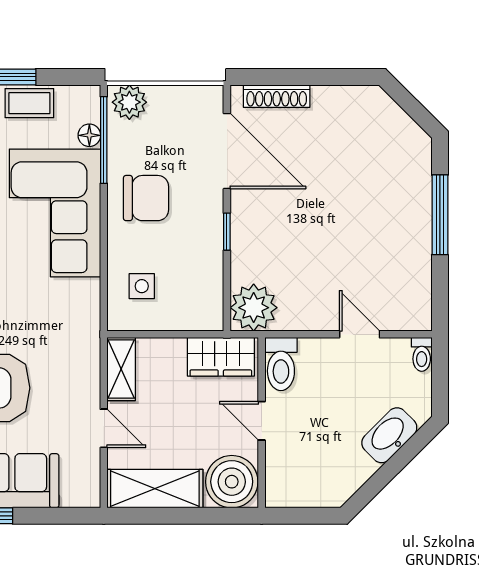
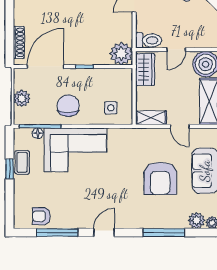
plant: (129, 102) -> (22, 98), moved
door: (104, 428) -> (180, 126), swing flipped

